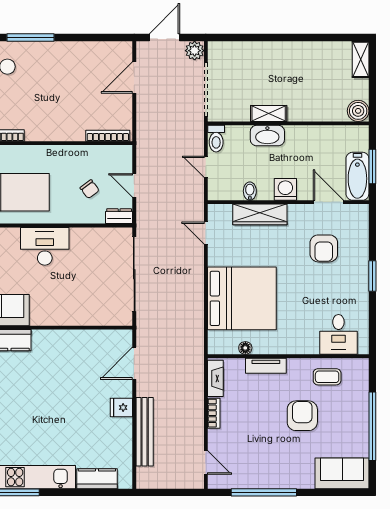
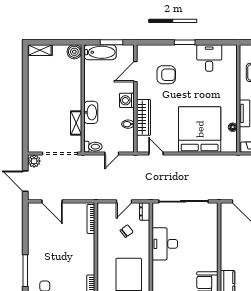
shelving: (269, 113) -> (76, 123), moved
bathtub: (357, 176) -> (100, 52), moved
door: (206, 233) -> (156, 153), swing flipped
desk: (45, 246) -> (165, 244), moved
desk: (338, 334) -> (209, 58), moved, turned -90

